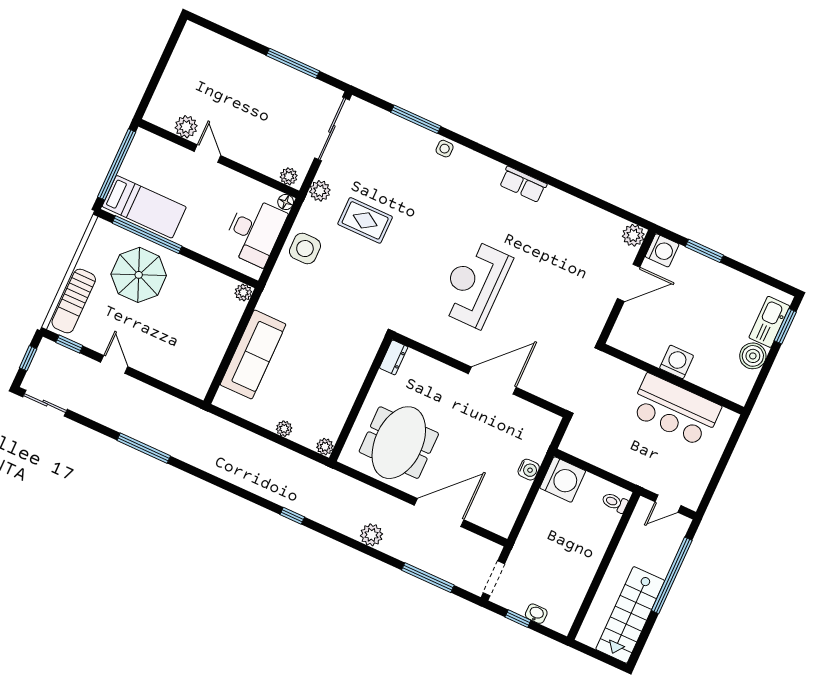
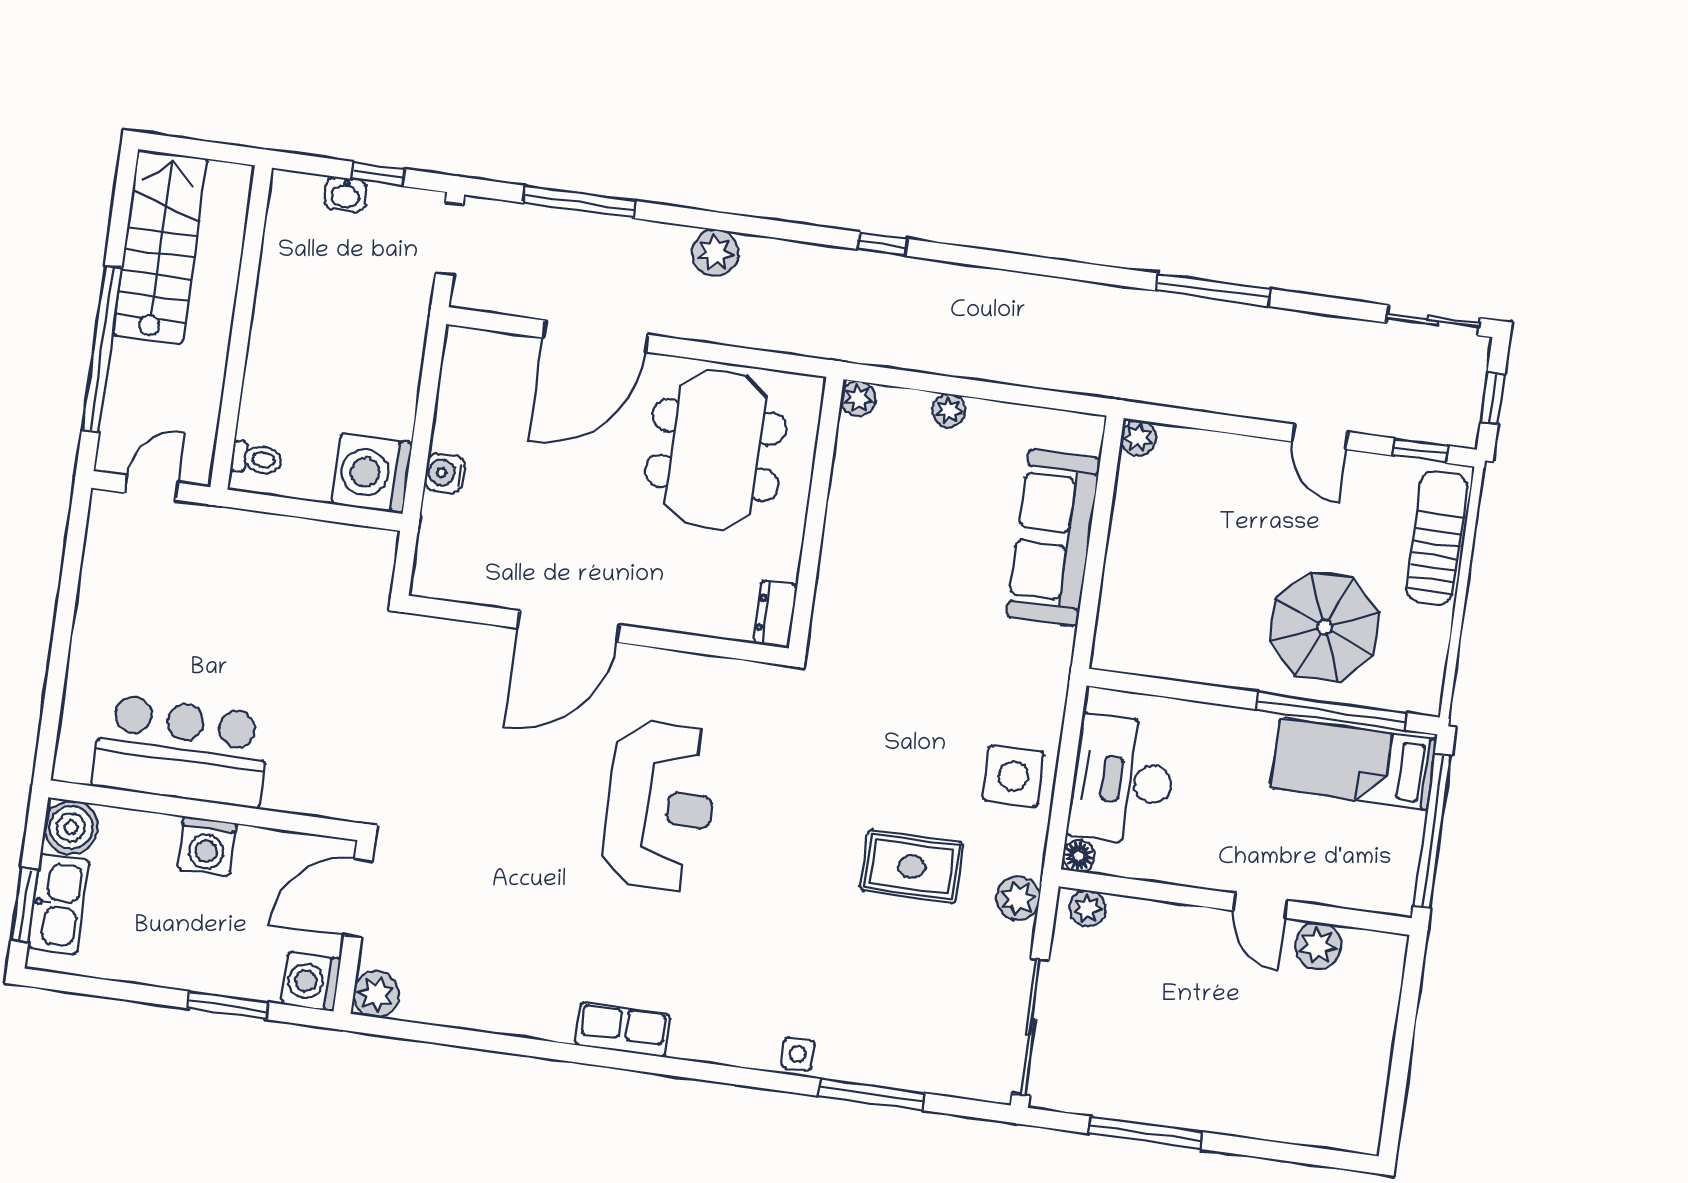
plant: (243, 292) -> (1139, 438), moved
washing machine: (677, 362) -> (207, 846), moved
wall: (673, 379) -> (204, 810), moved
bar counter: (675, 410) -> (181, 751), moved

